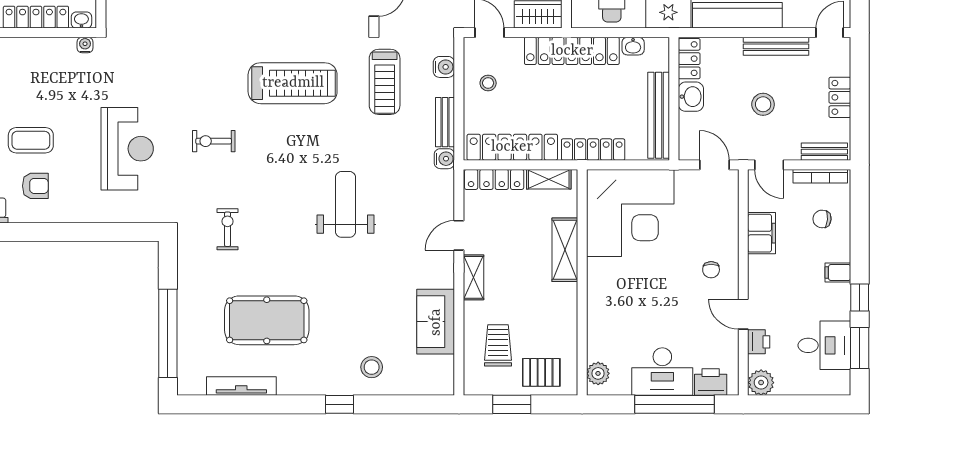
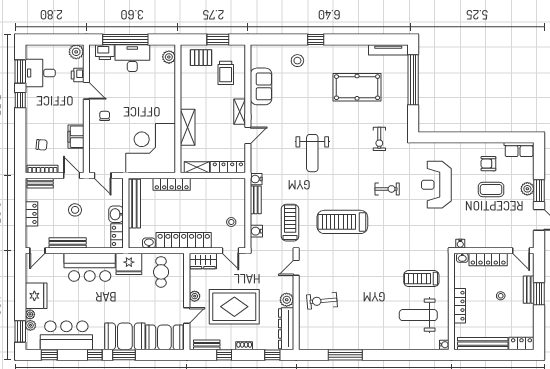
locker: (512, 147) -> (218, 186), removed
filing cabinet: (838, 273) -> (33, 114), removed
tv unit: (241, 386) -> (388, 50), moved

